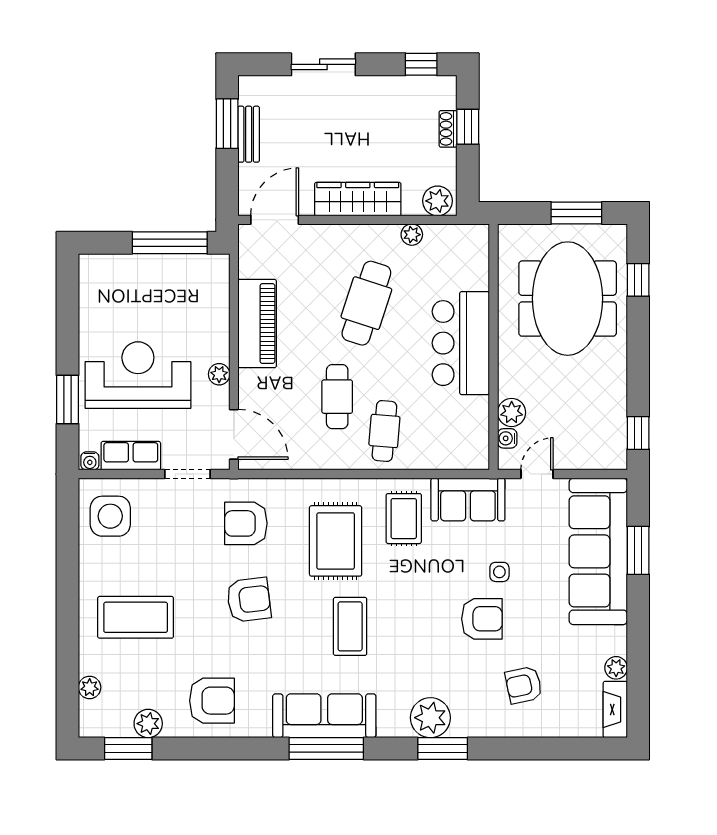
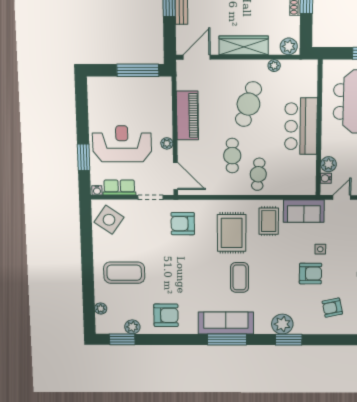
side table: (110, 516) -> (109, 220), turned 35
armchair: (249, 600) -> (185, 264), removed

